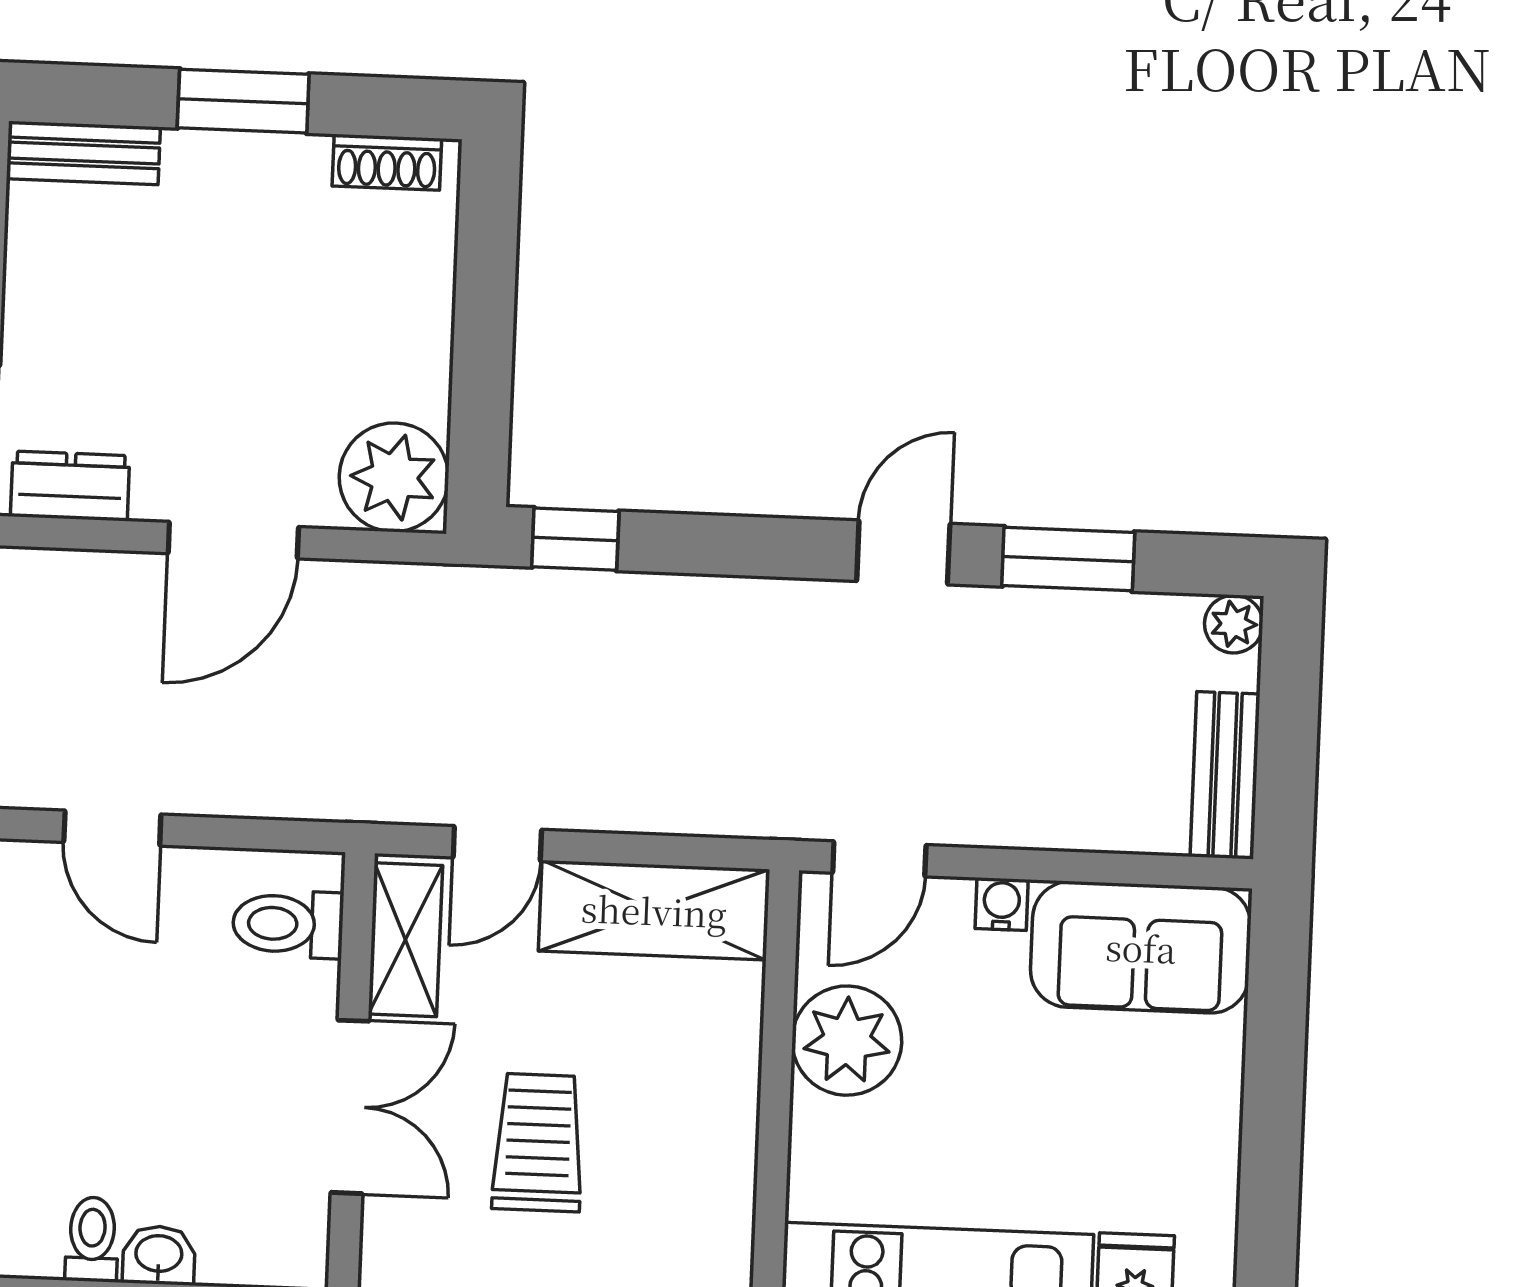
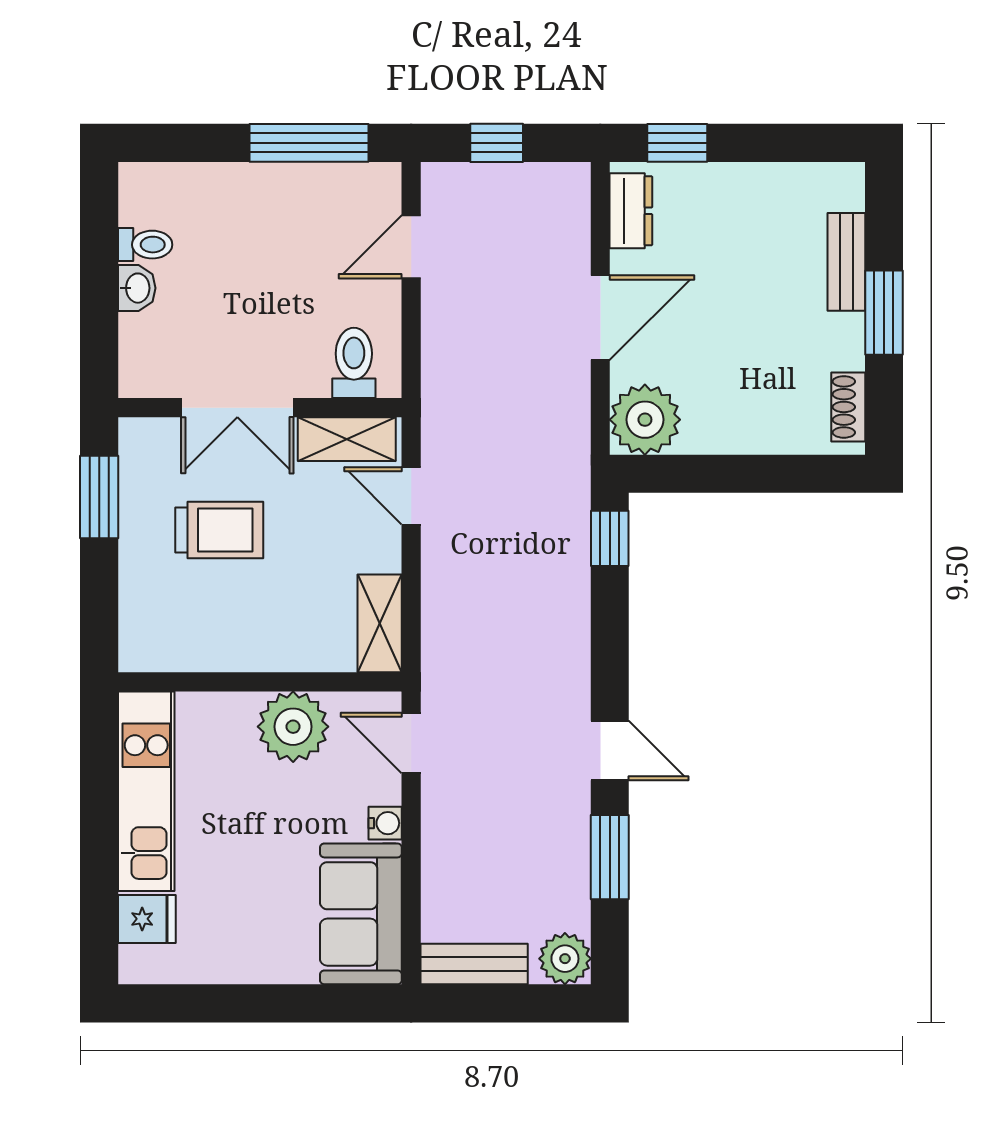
bench: (83, 153) -> (846, 262), moved
door: (233, 540) -> (600, 318), swing flipped
plant: (1234, 624) -> (565, 959), width x1.38, depth x1.38
shelving: (654, 910) -> (380, 623), width x0.67, depth x0.75

